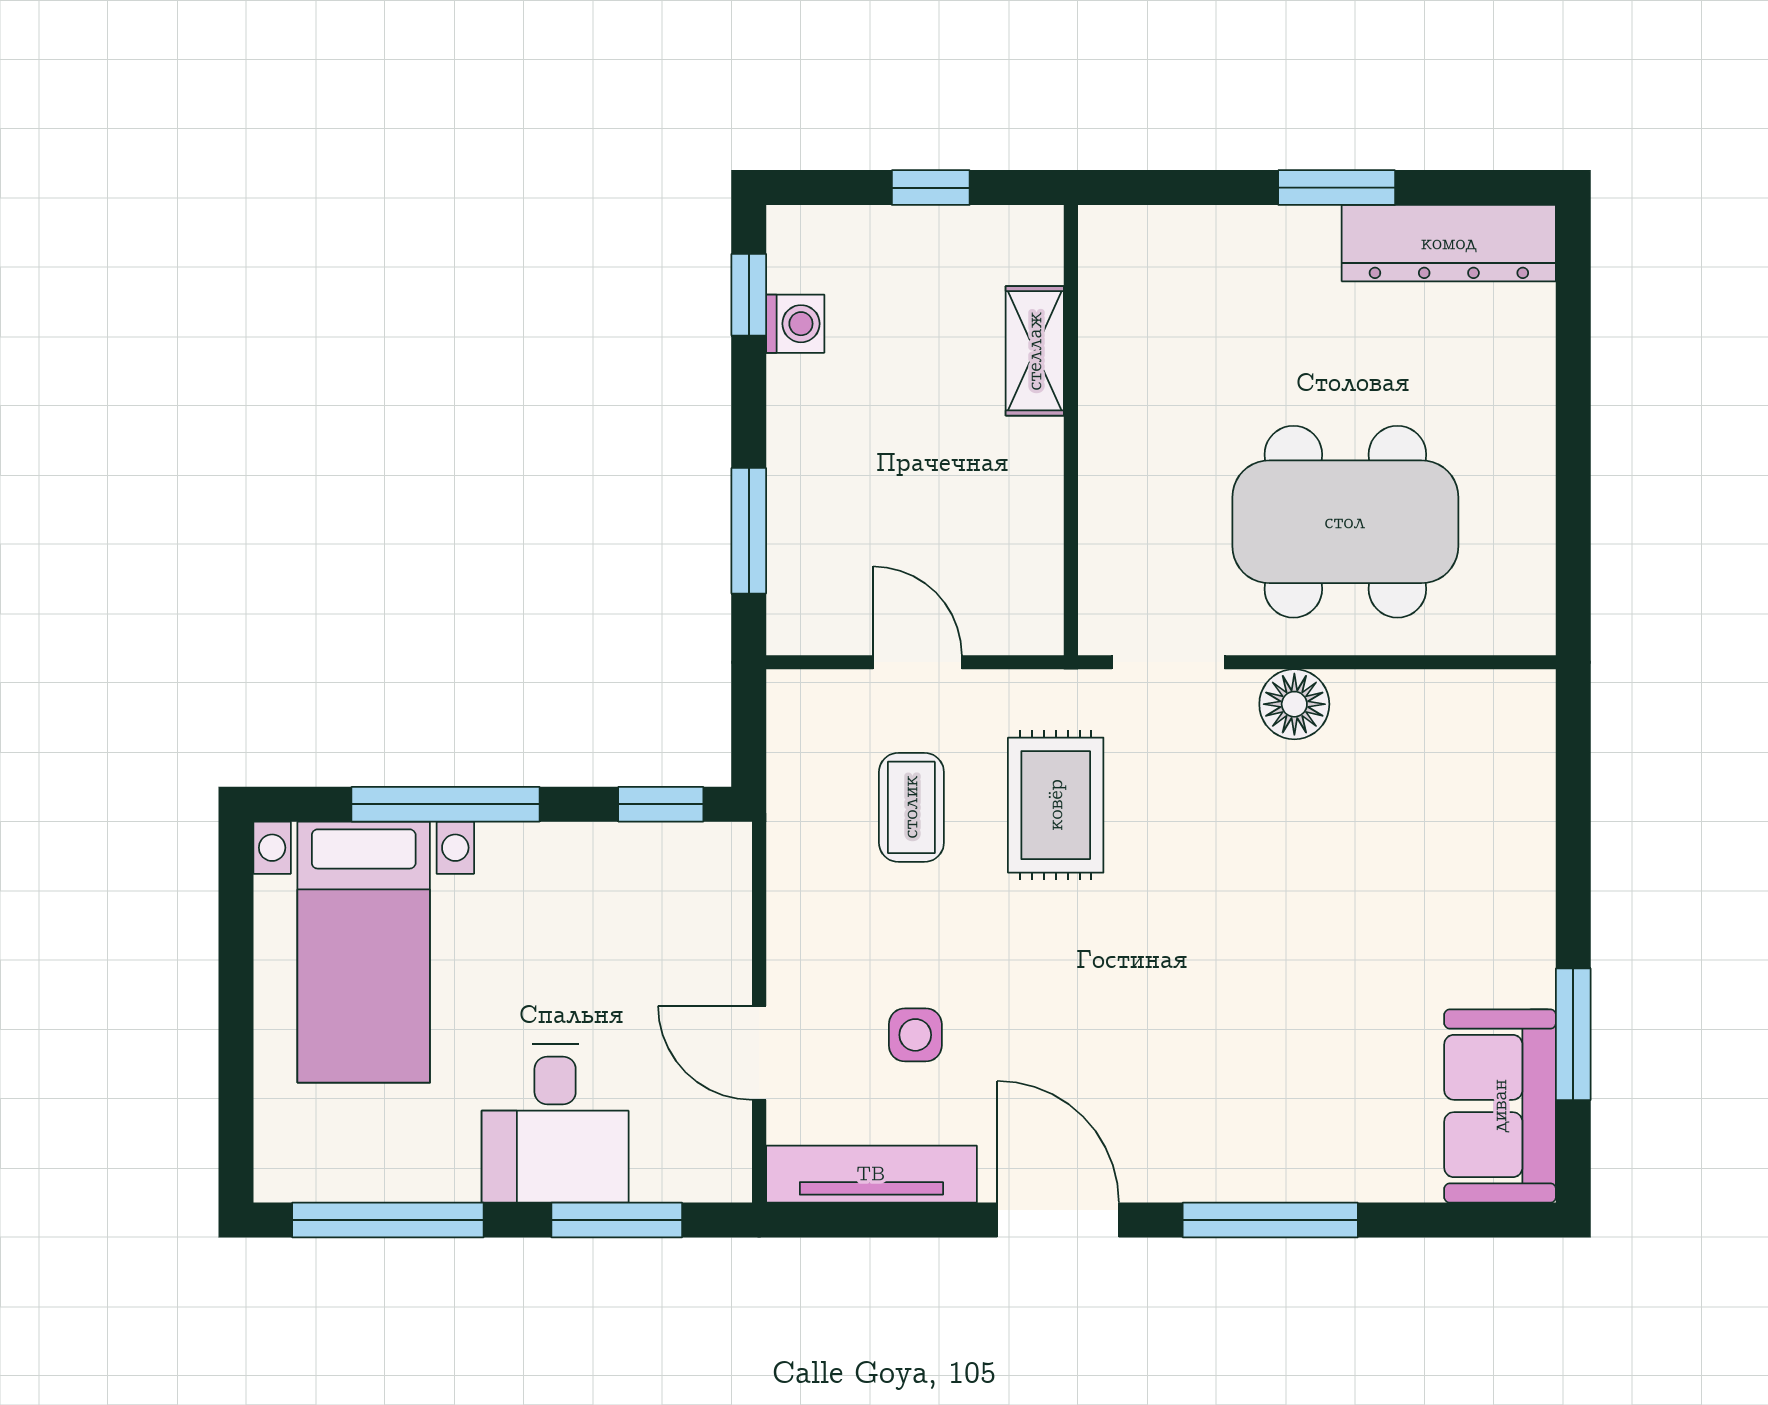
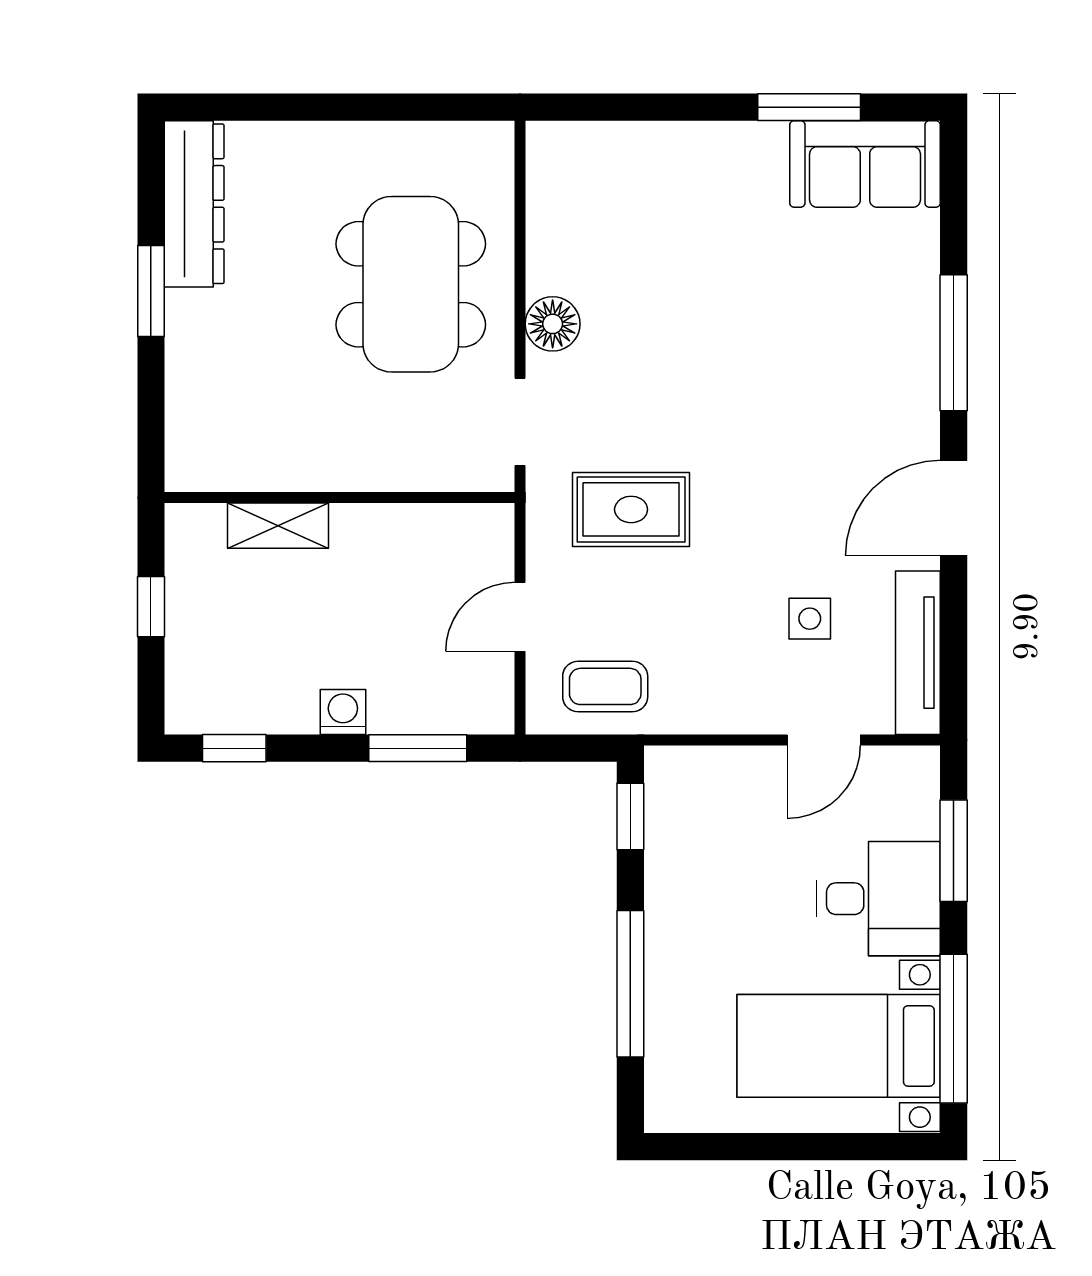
washing machine: (795, 324) -> (343, 712), moved
coffee table: (911, 807) -> (605, 686), moved
bed with nightstands: (364, 952) -> (839, 1046), moved, turned 180

